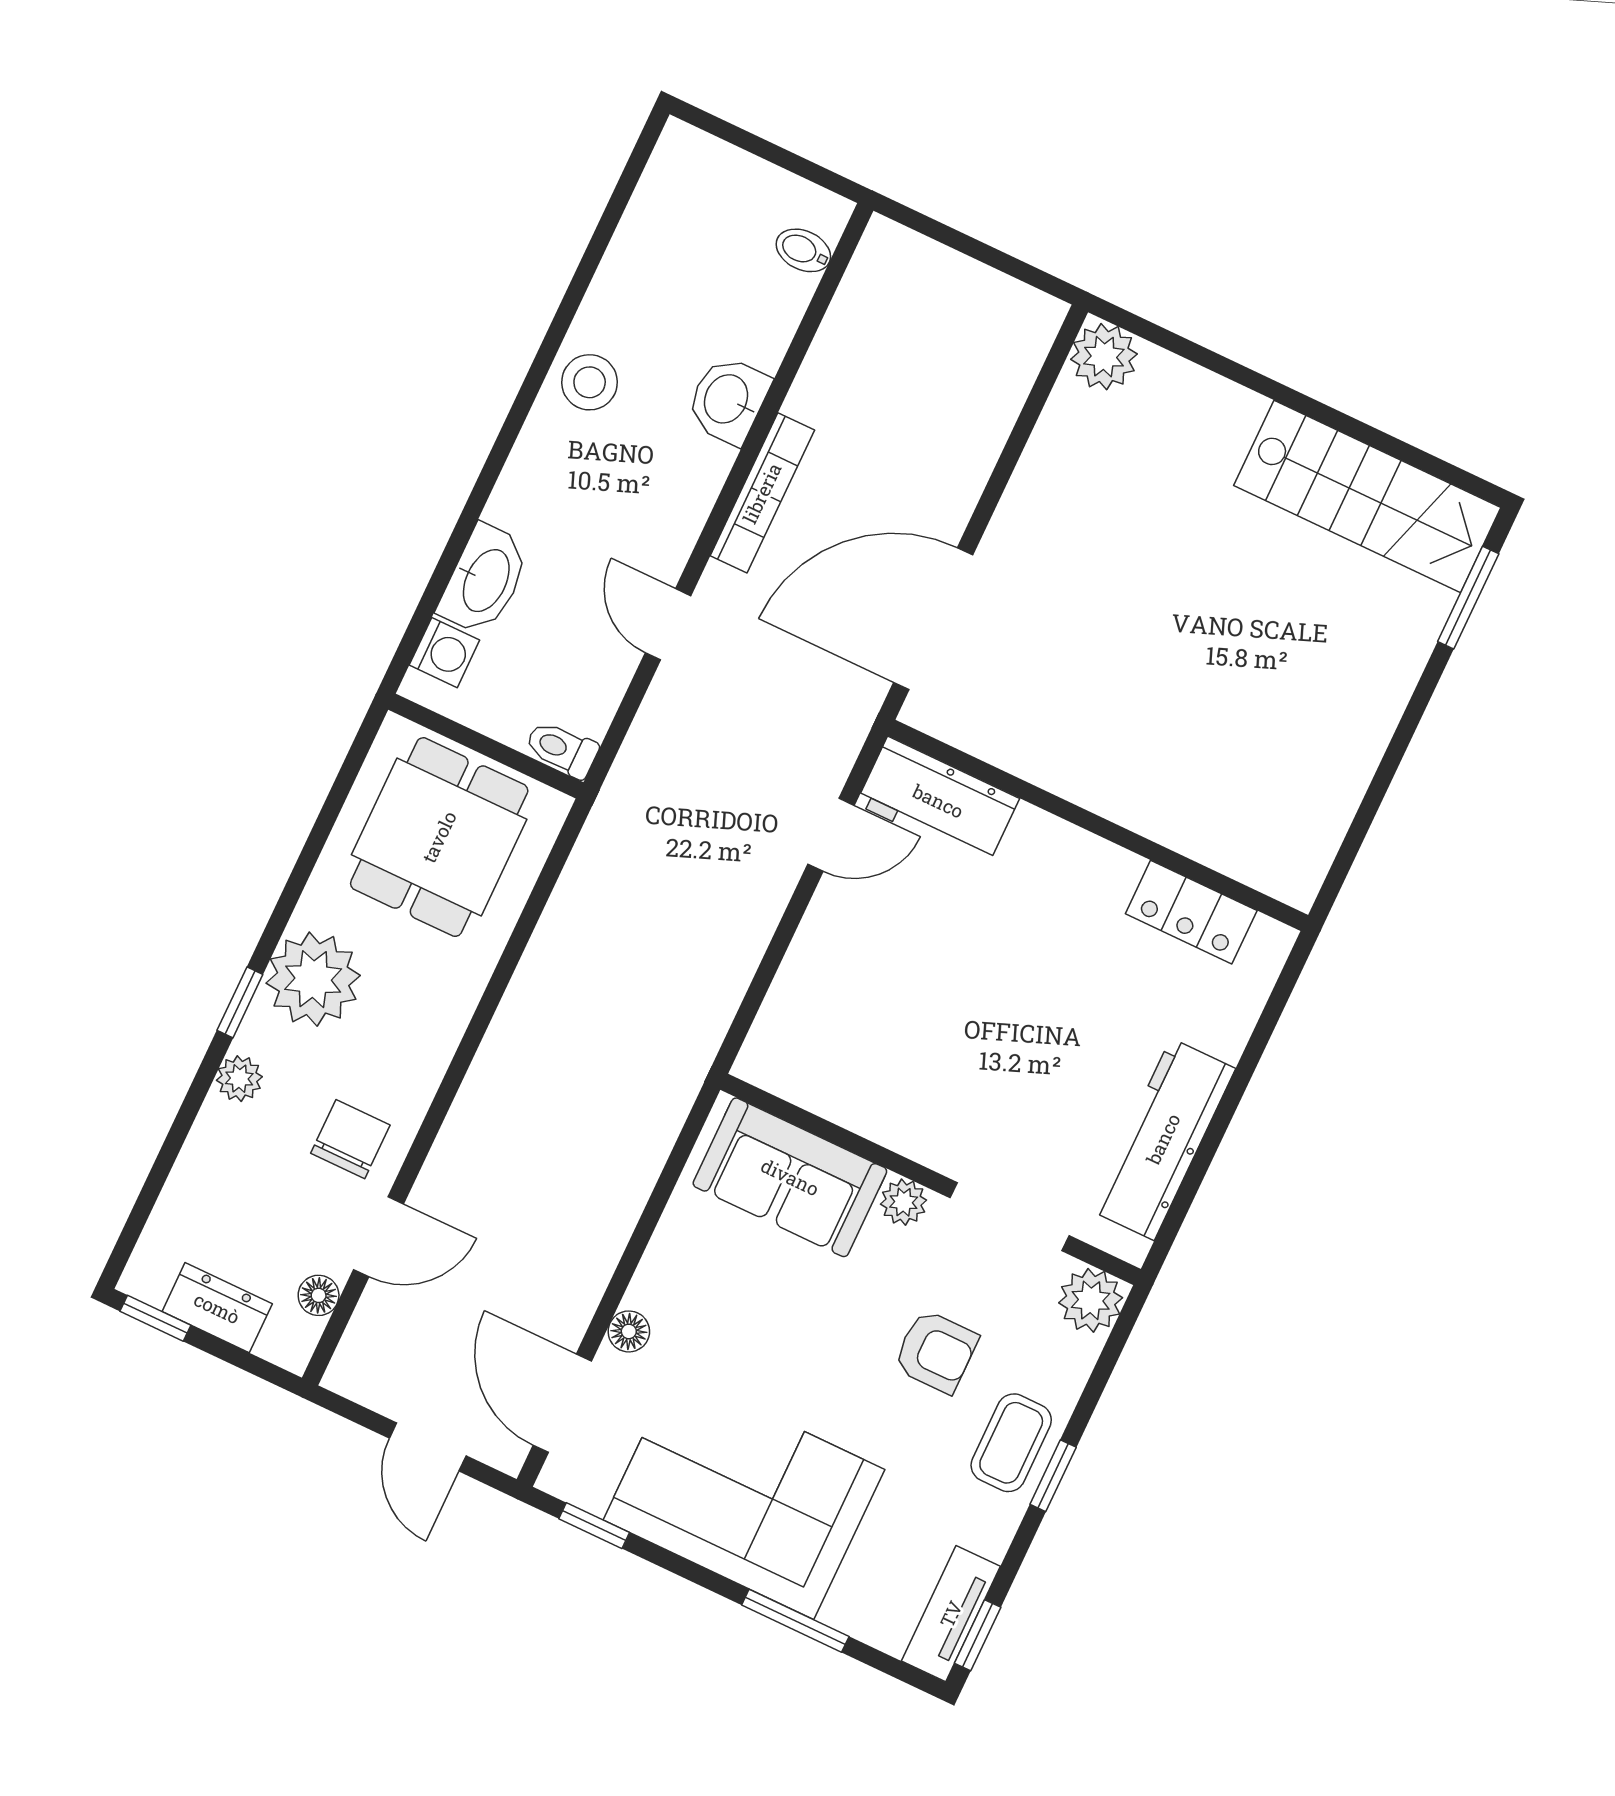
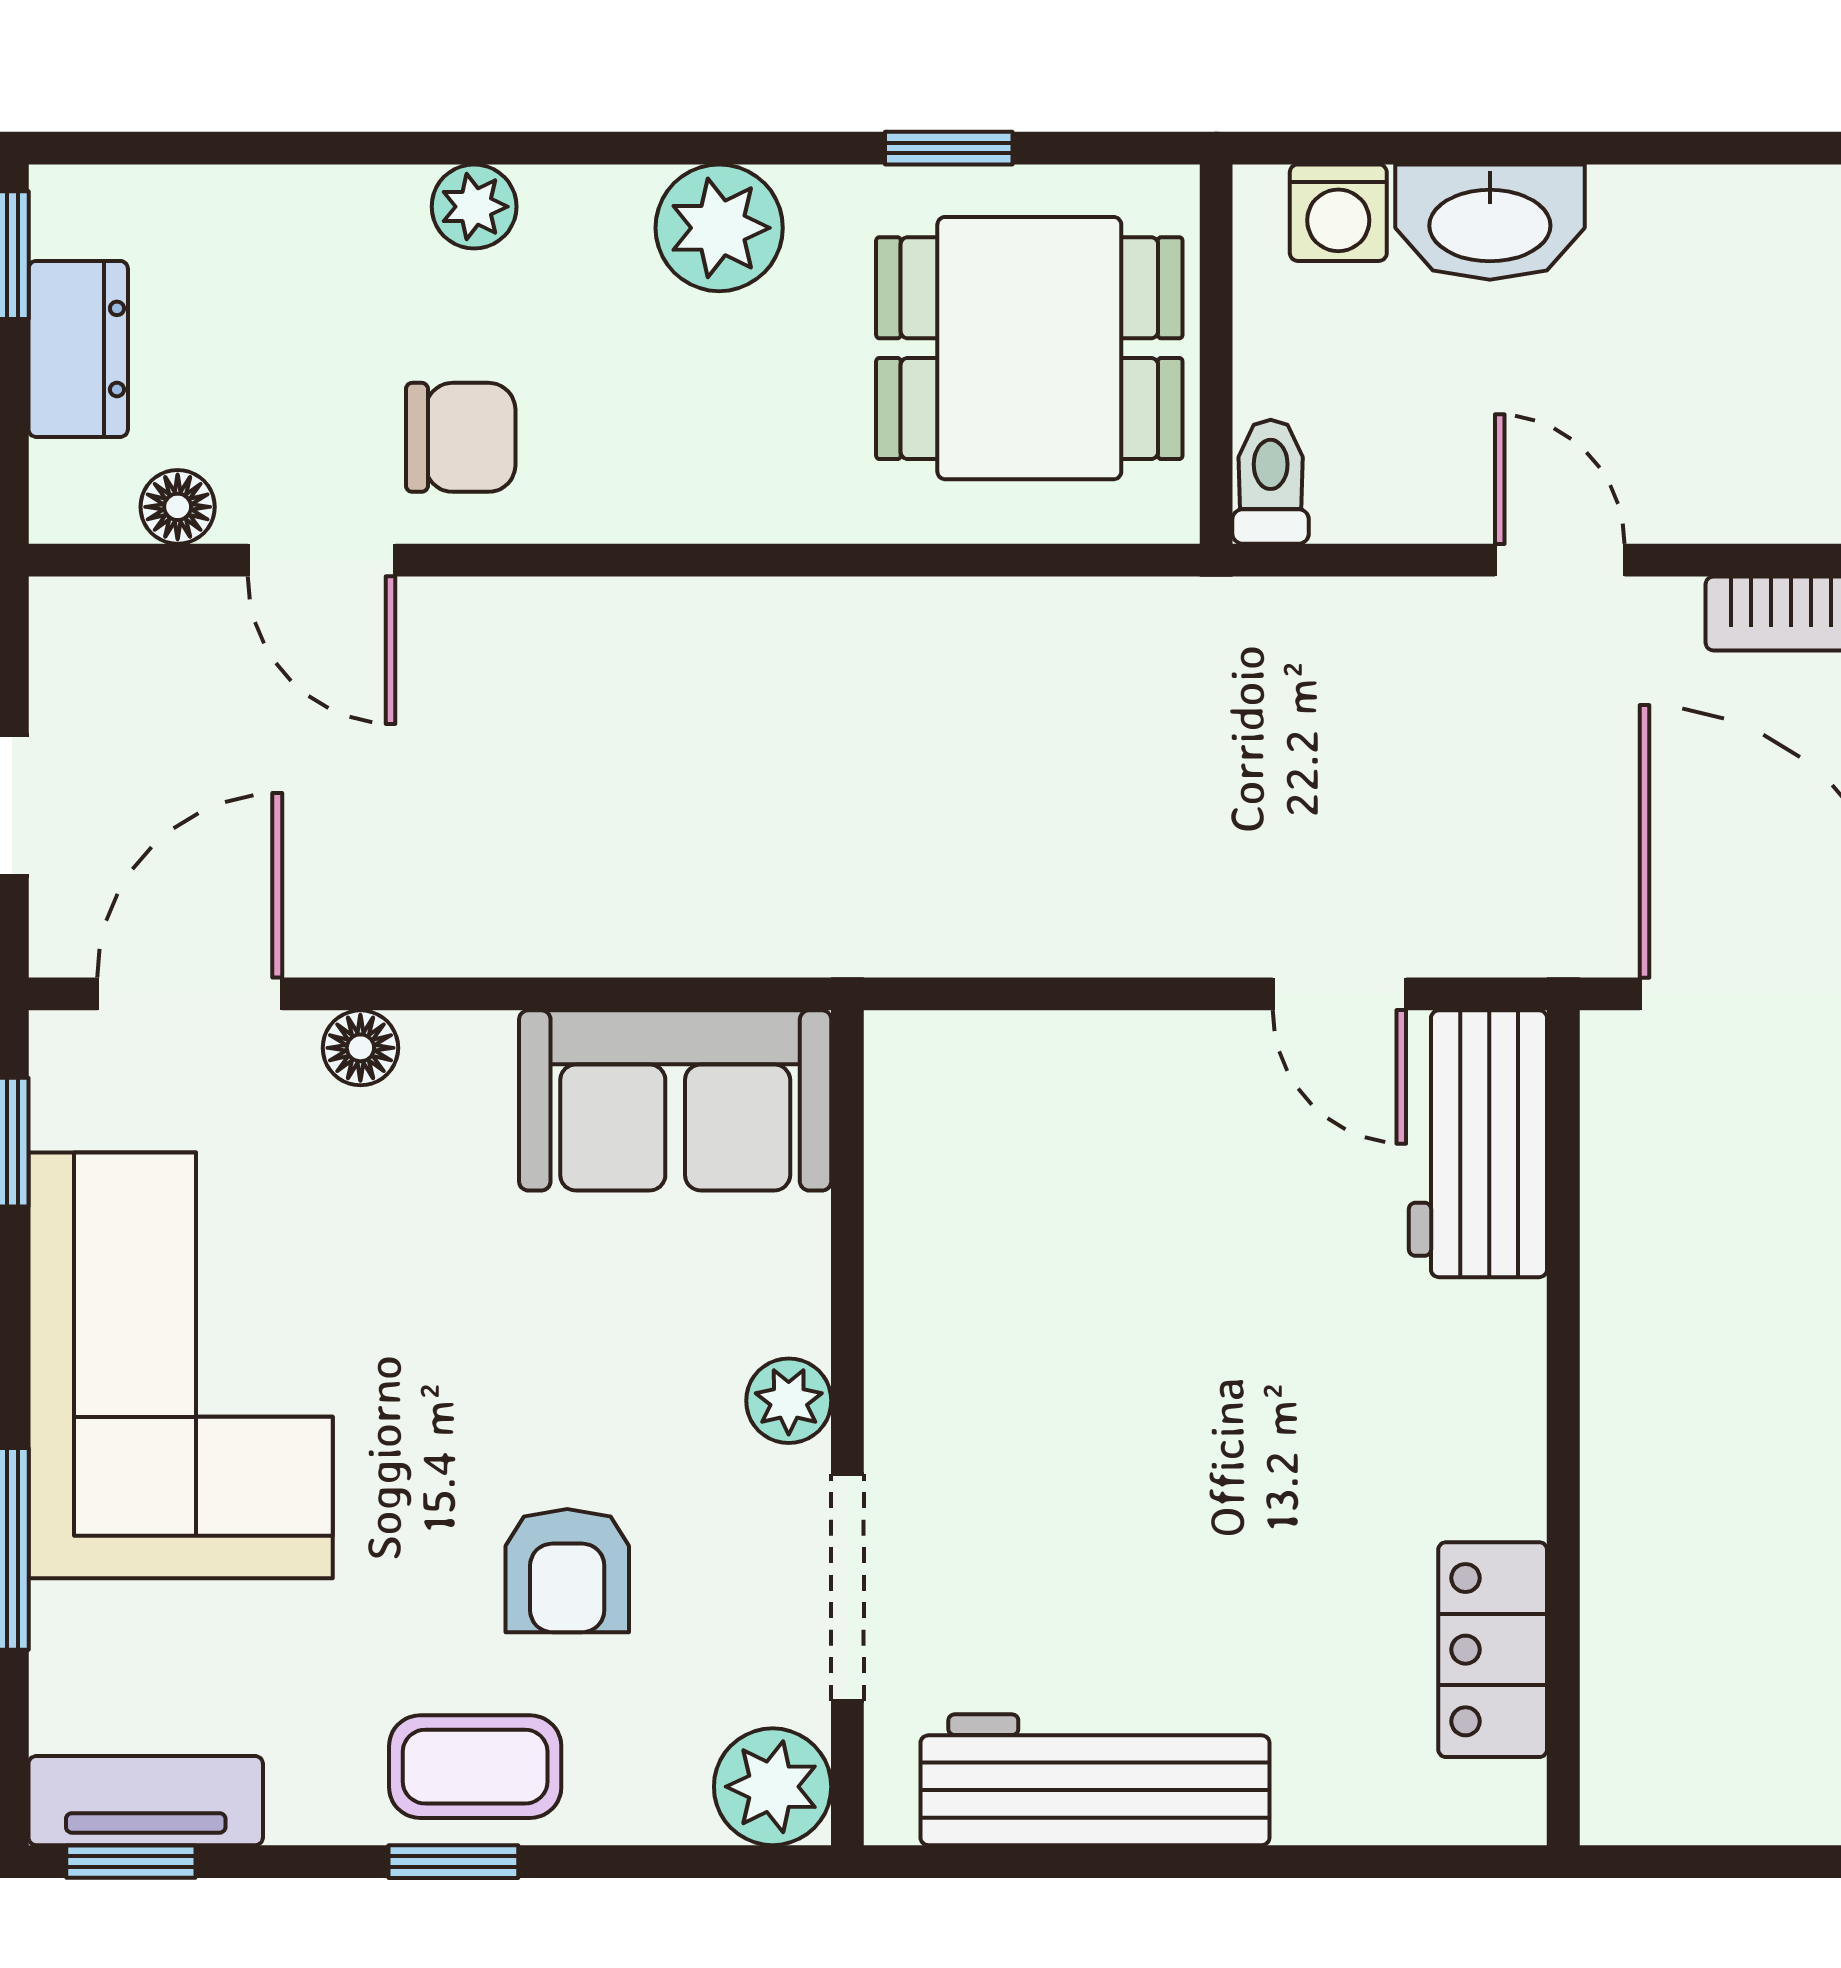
door: (668, 624) -> (1560, 560), hinge flipped
plant: (313, 979) -> (719, 228), width x0.73, depth x0.73
window: (240, 1002) -> (949, 148), moved
sofa: (790, 1177) -> (675, 1100), moved, turned -90

